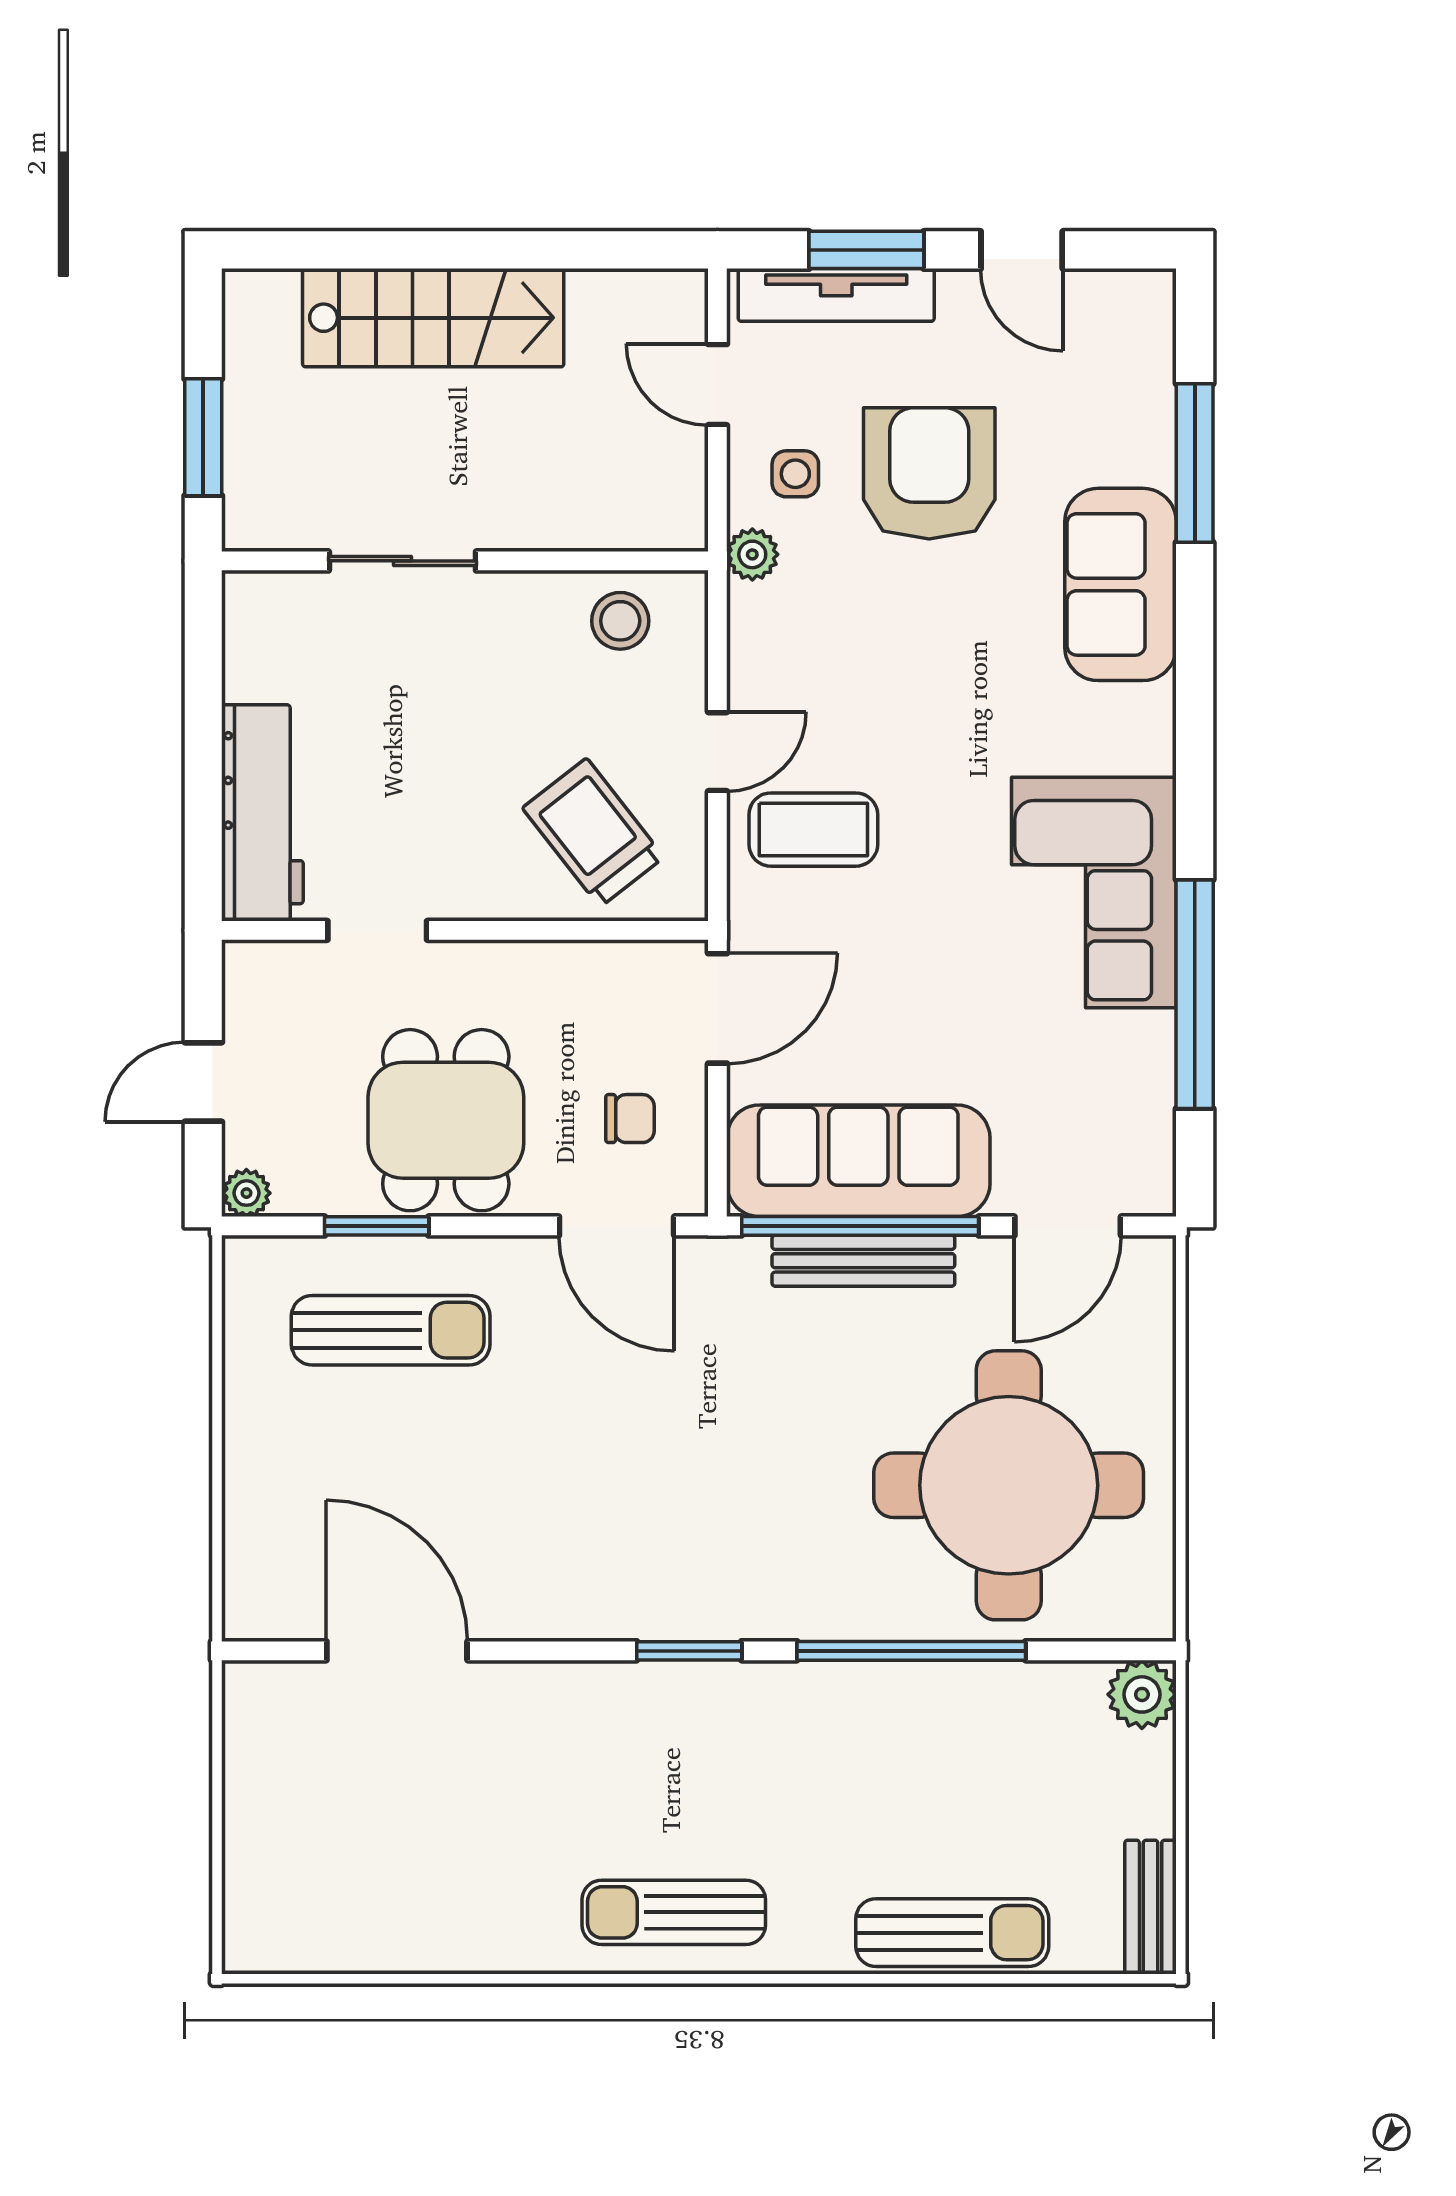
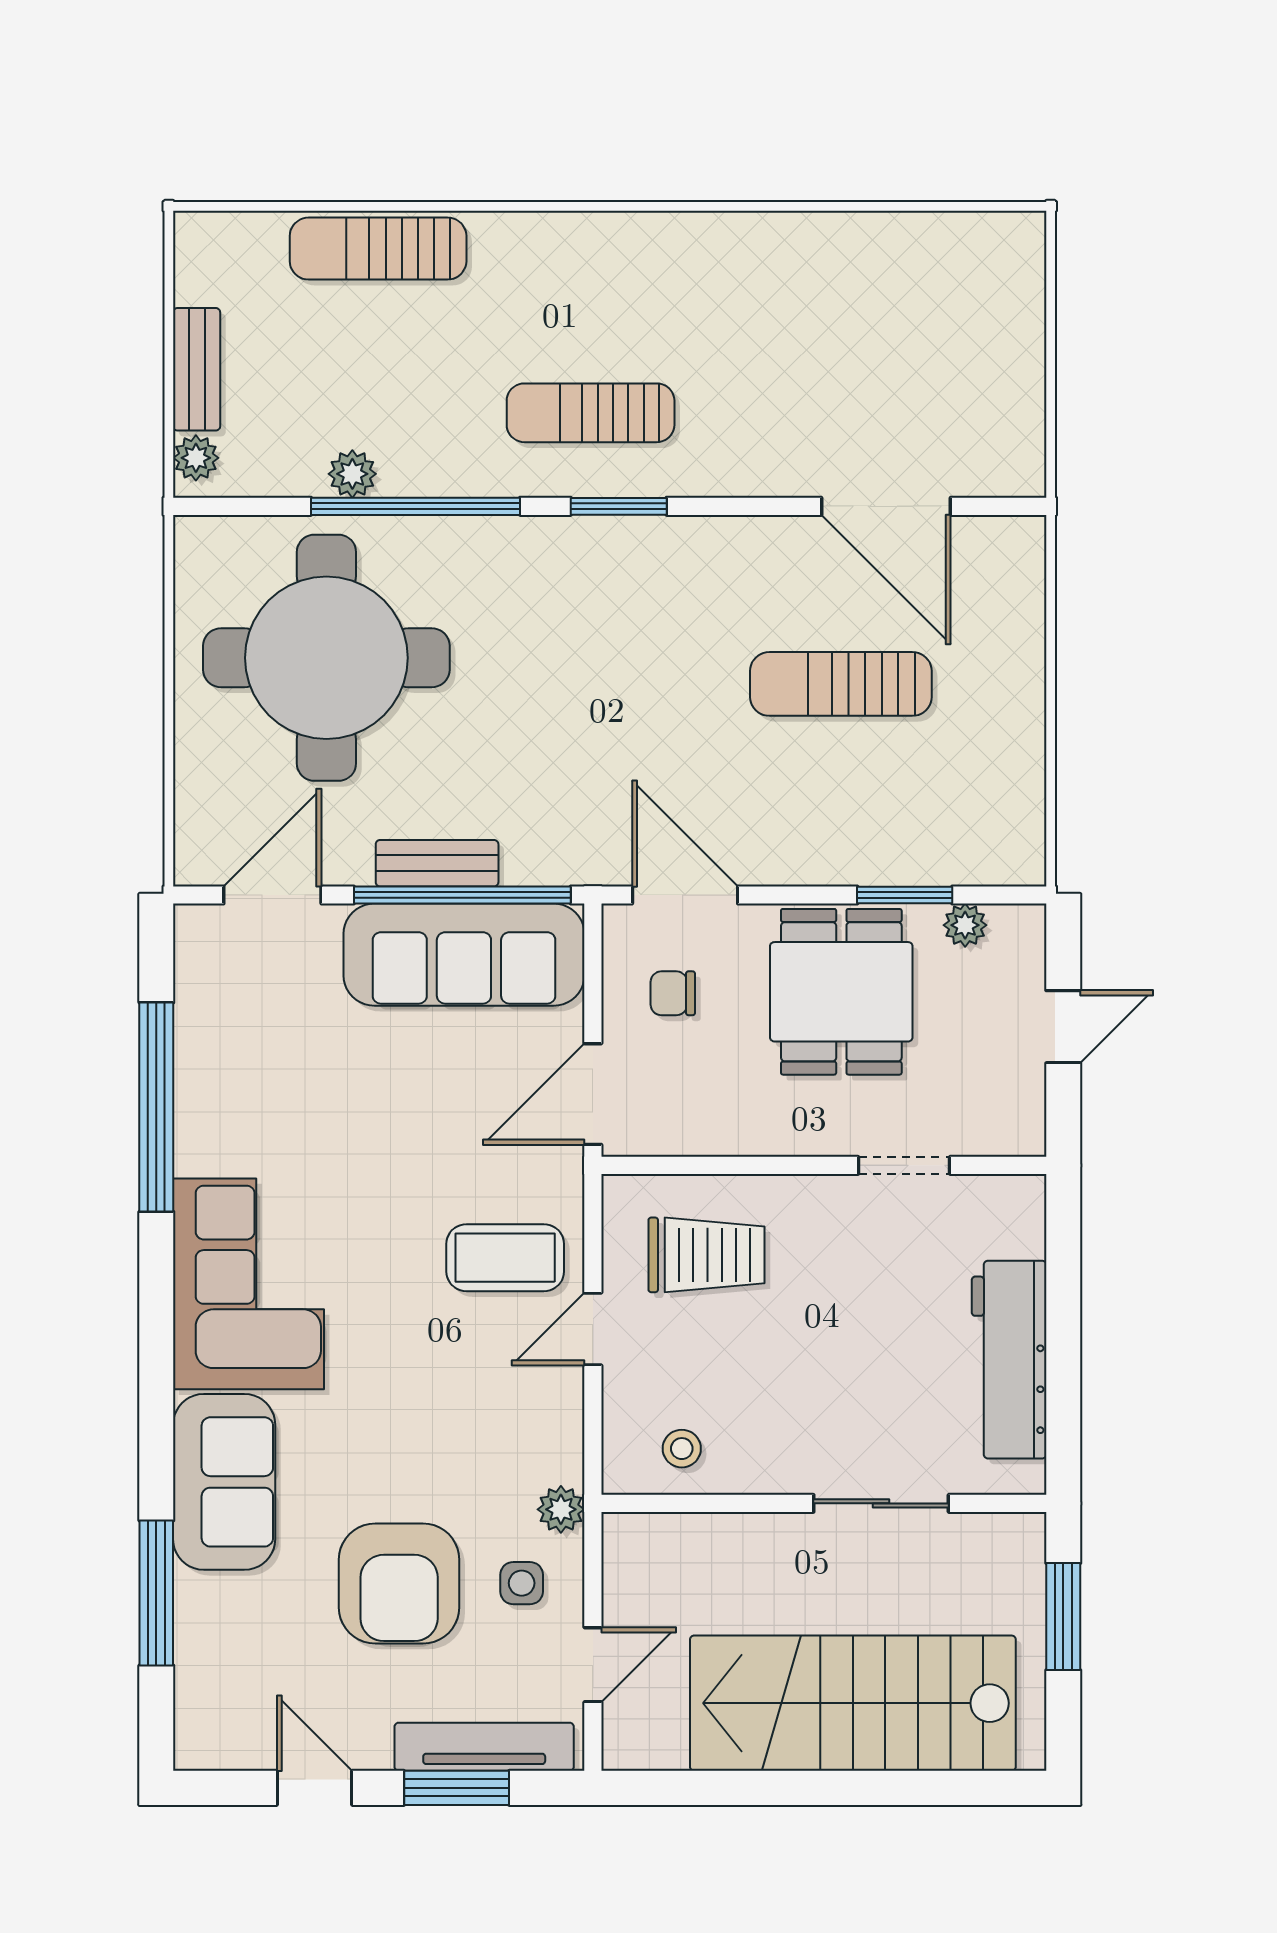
stairs: (433, 318) -> (853, 1703), width x1.36, depth x1.51
door: (717, 385) -> (593, 1665), hinge flipped
stool: (620, 621) -> (682, 1449), width x0.73, depth x0.73
workbench: (262, 813) -> (1009, 1360), moved
trolley: (593, 833) -> (707, 1255), turned -52
corner sofa: (1094, 893) -> (248, 1284), moved
plant: (246, 1193) -> (965, 925), moved
bench: (863, 1261) -> (437, 863), width x0.73
sun lounger: (391, 1330) -> (841, 684), moved
plant: (980, 1686) -> (352, 474), added
plant: (1142, 1694) -> (196, 458), width x0.73, depth x0.73
bench: (1151, 1907) -> (197, 369), moved
sun lounger: (674, 1912) -> (591, 413), moved, turned 180

